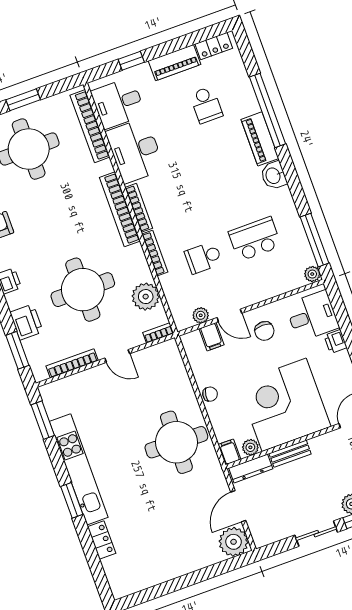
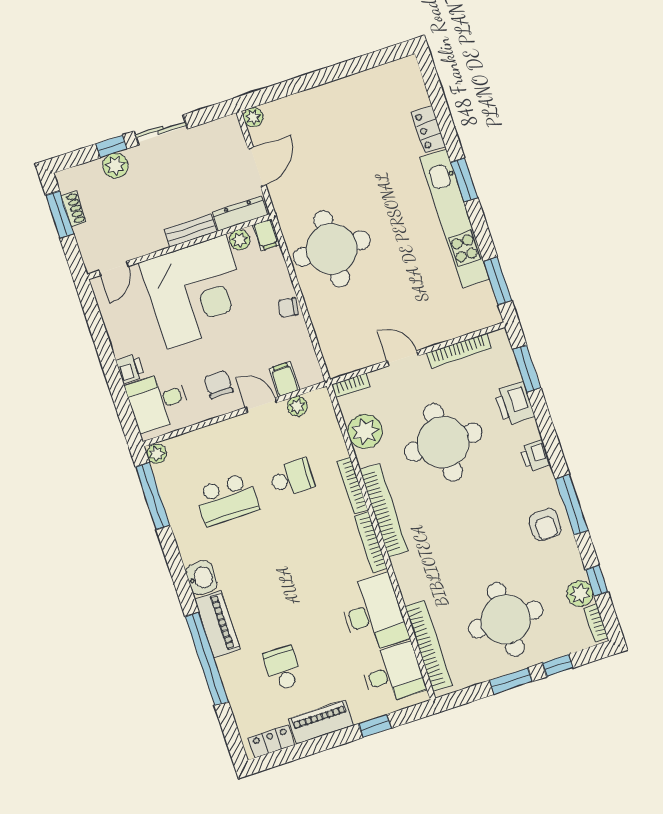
bookcase: (120, 209) -> (384, 510), moved
plant: (234, 542) -> (253, 117), width x0.53, depth x0.53

